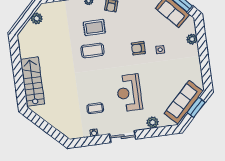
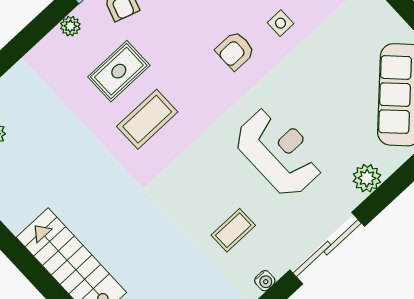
reception desk: (129, 93) -> (279, 152), turned 180
sliding door: (123, 137) -> (327, 248), width x1.37

